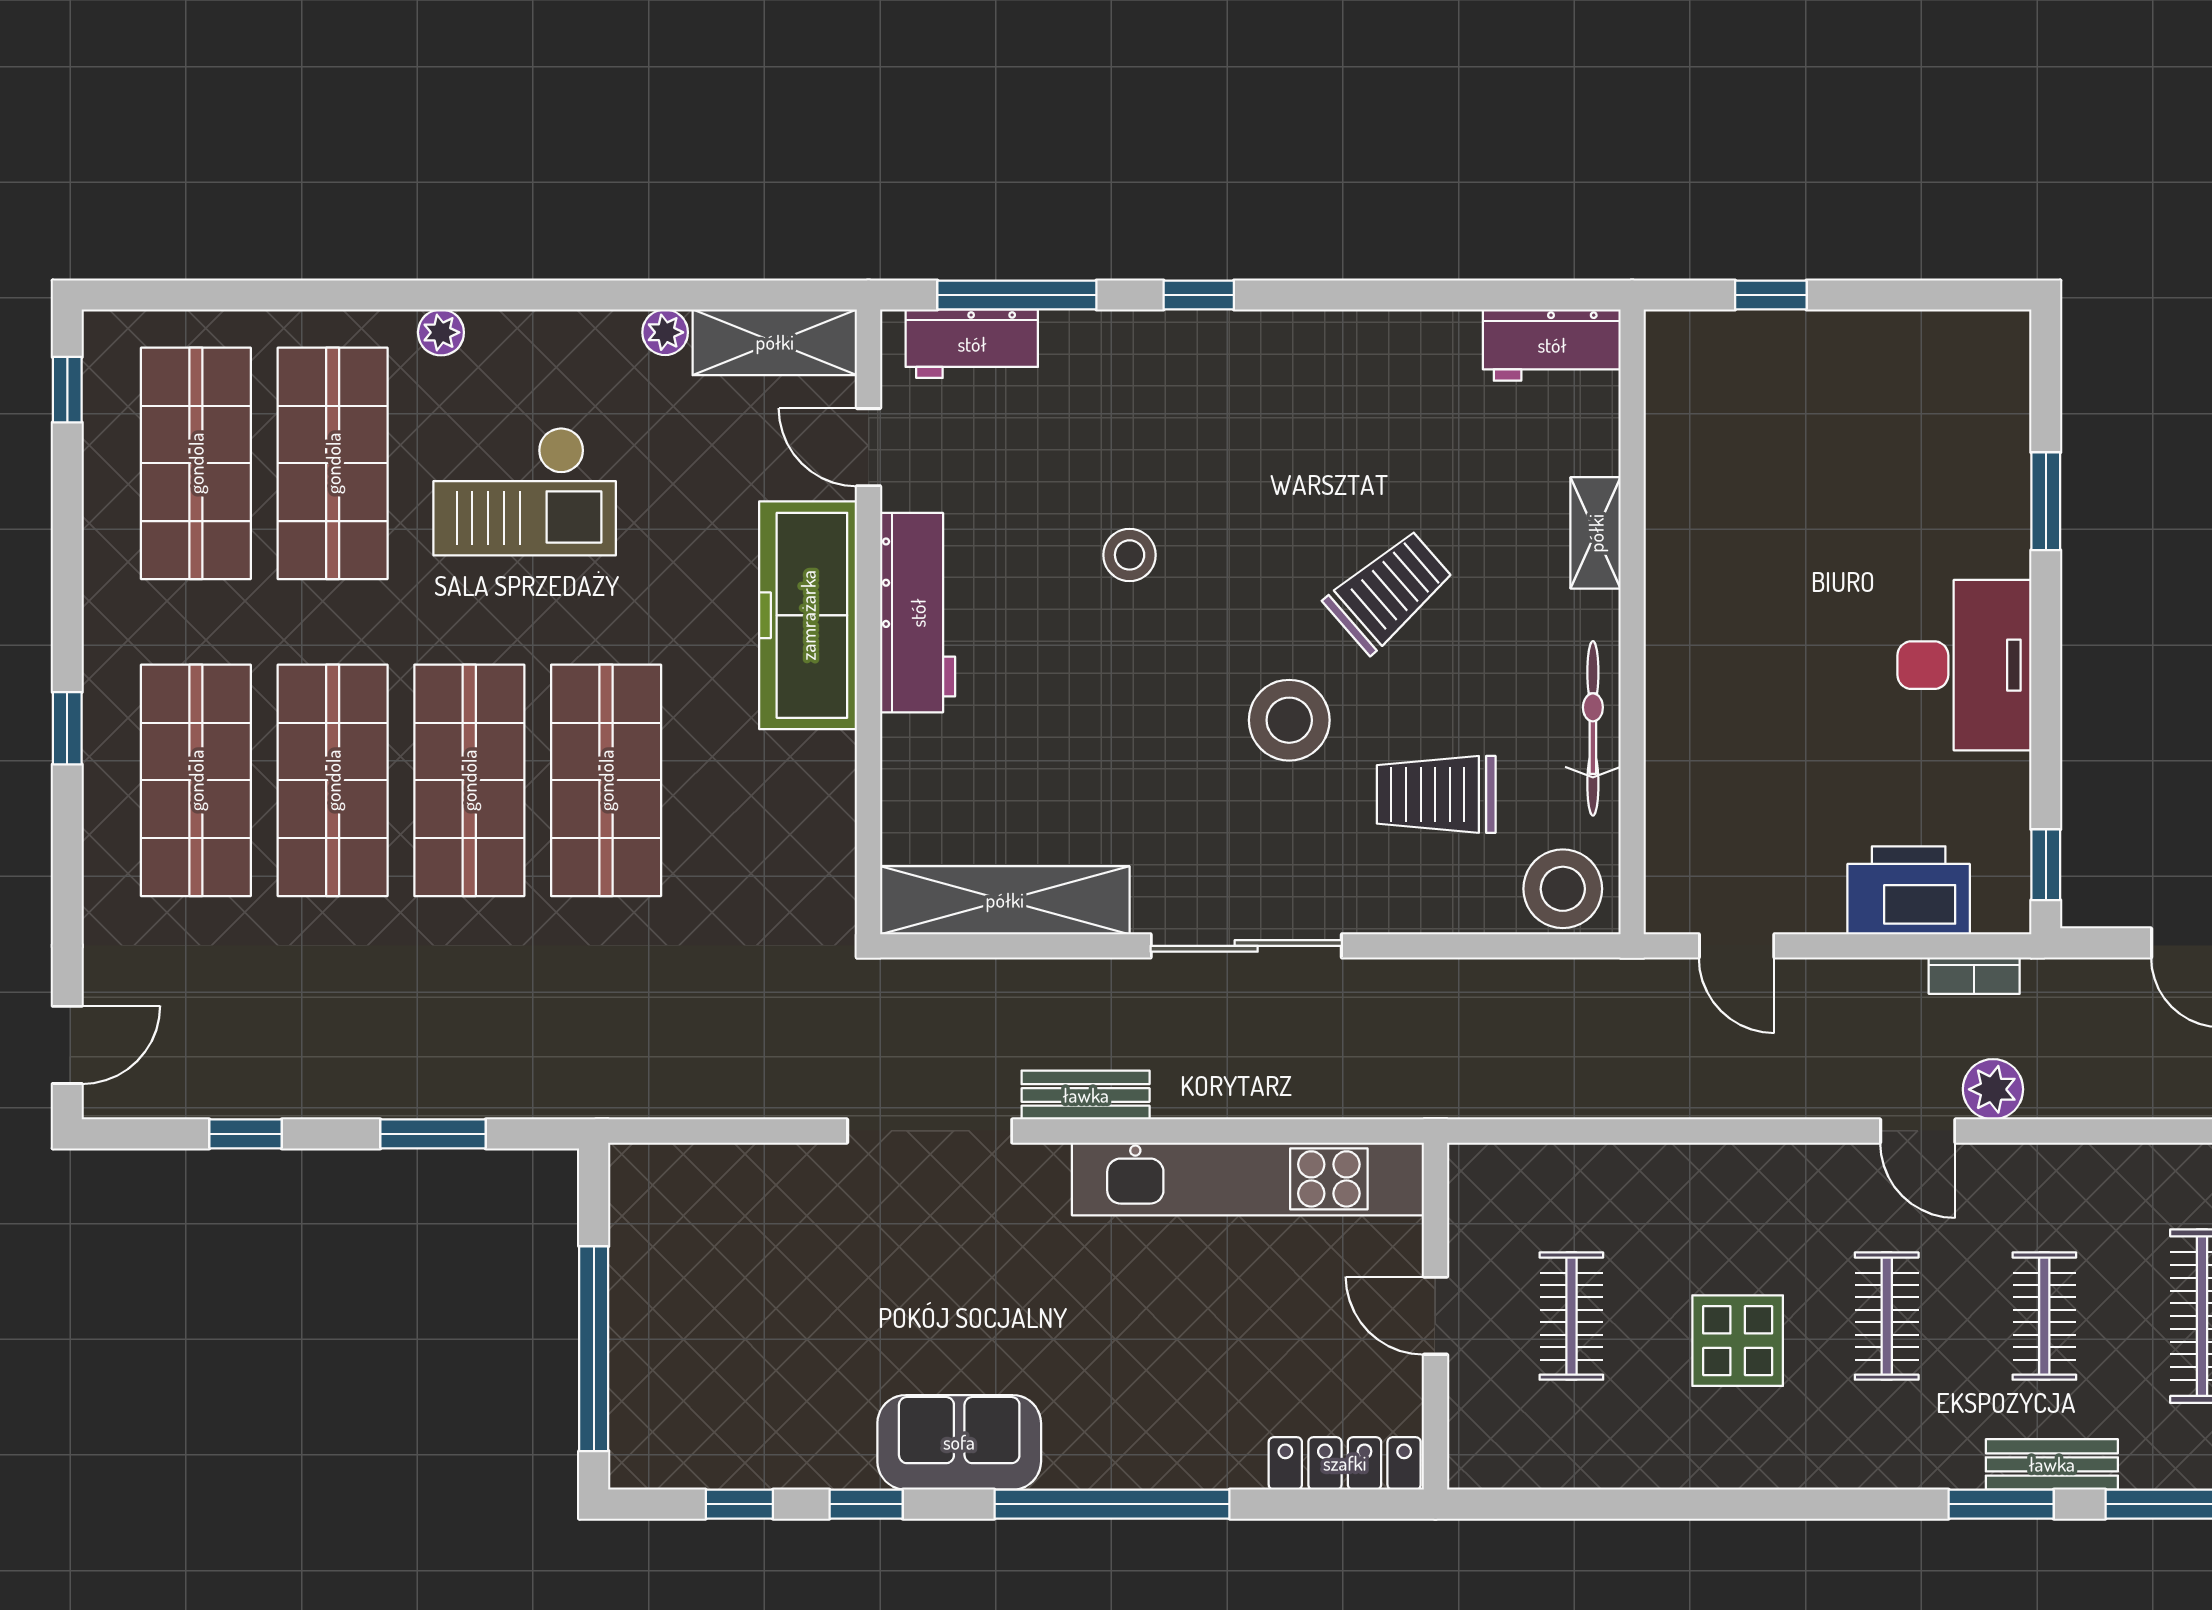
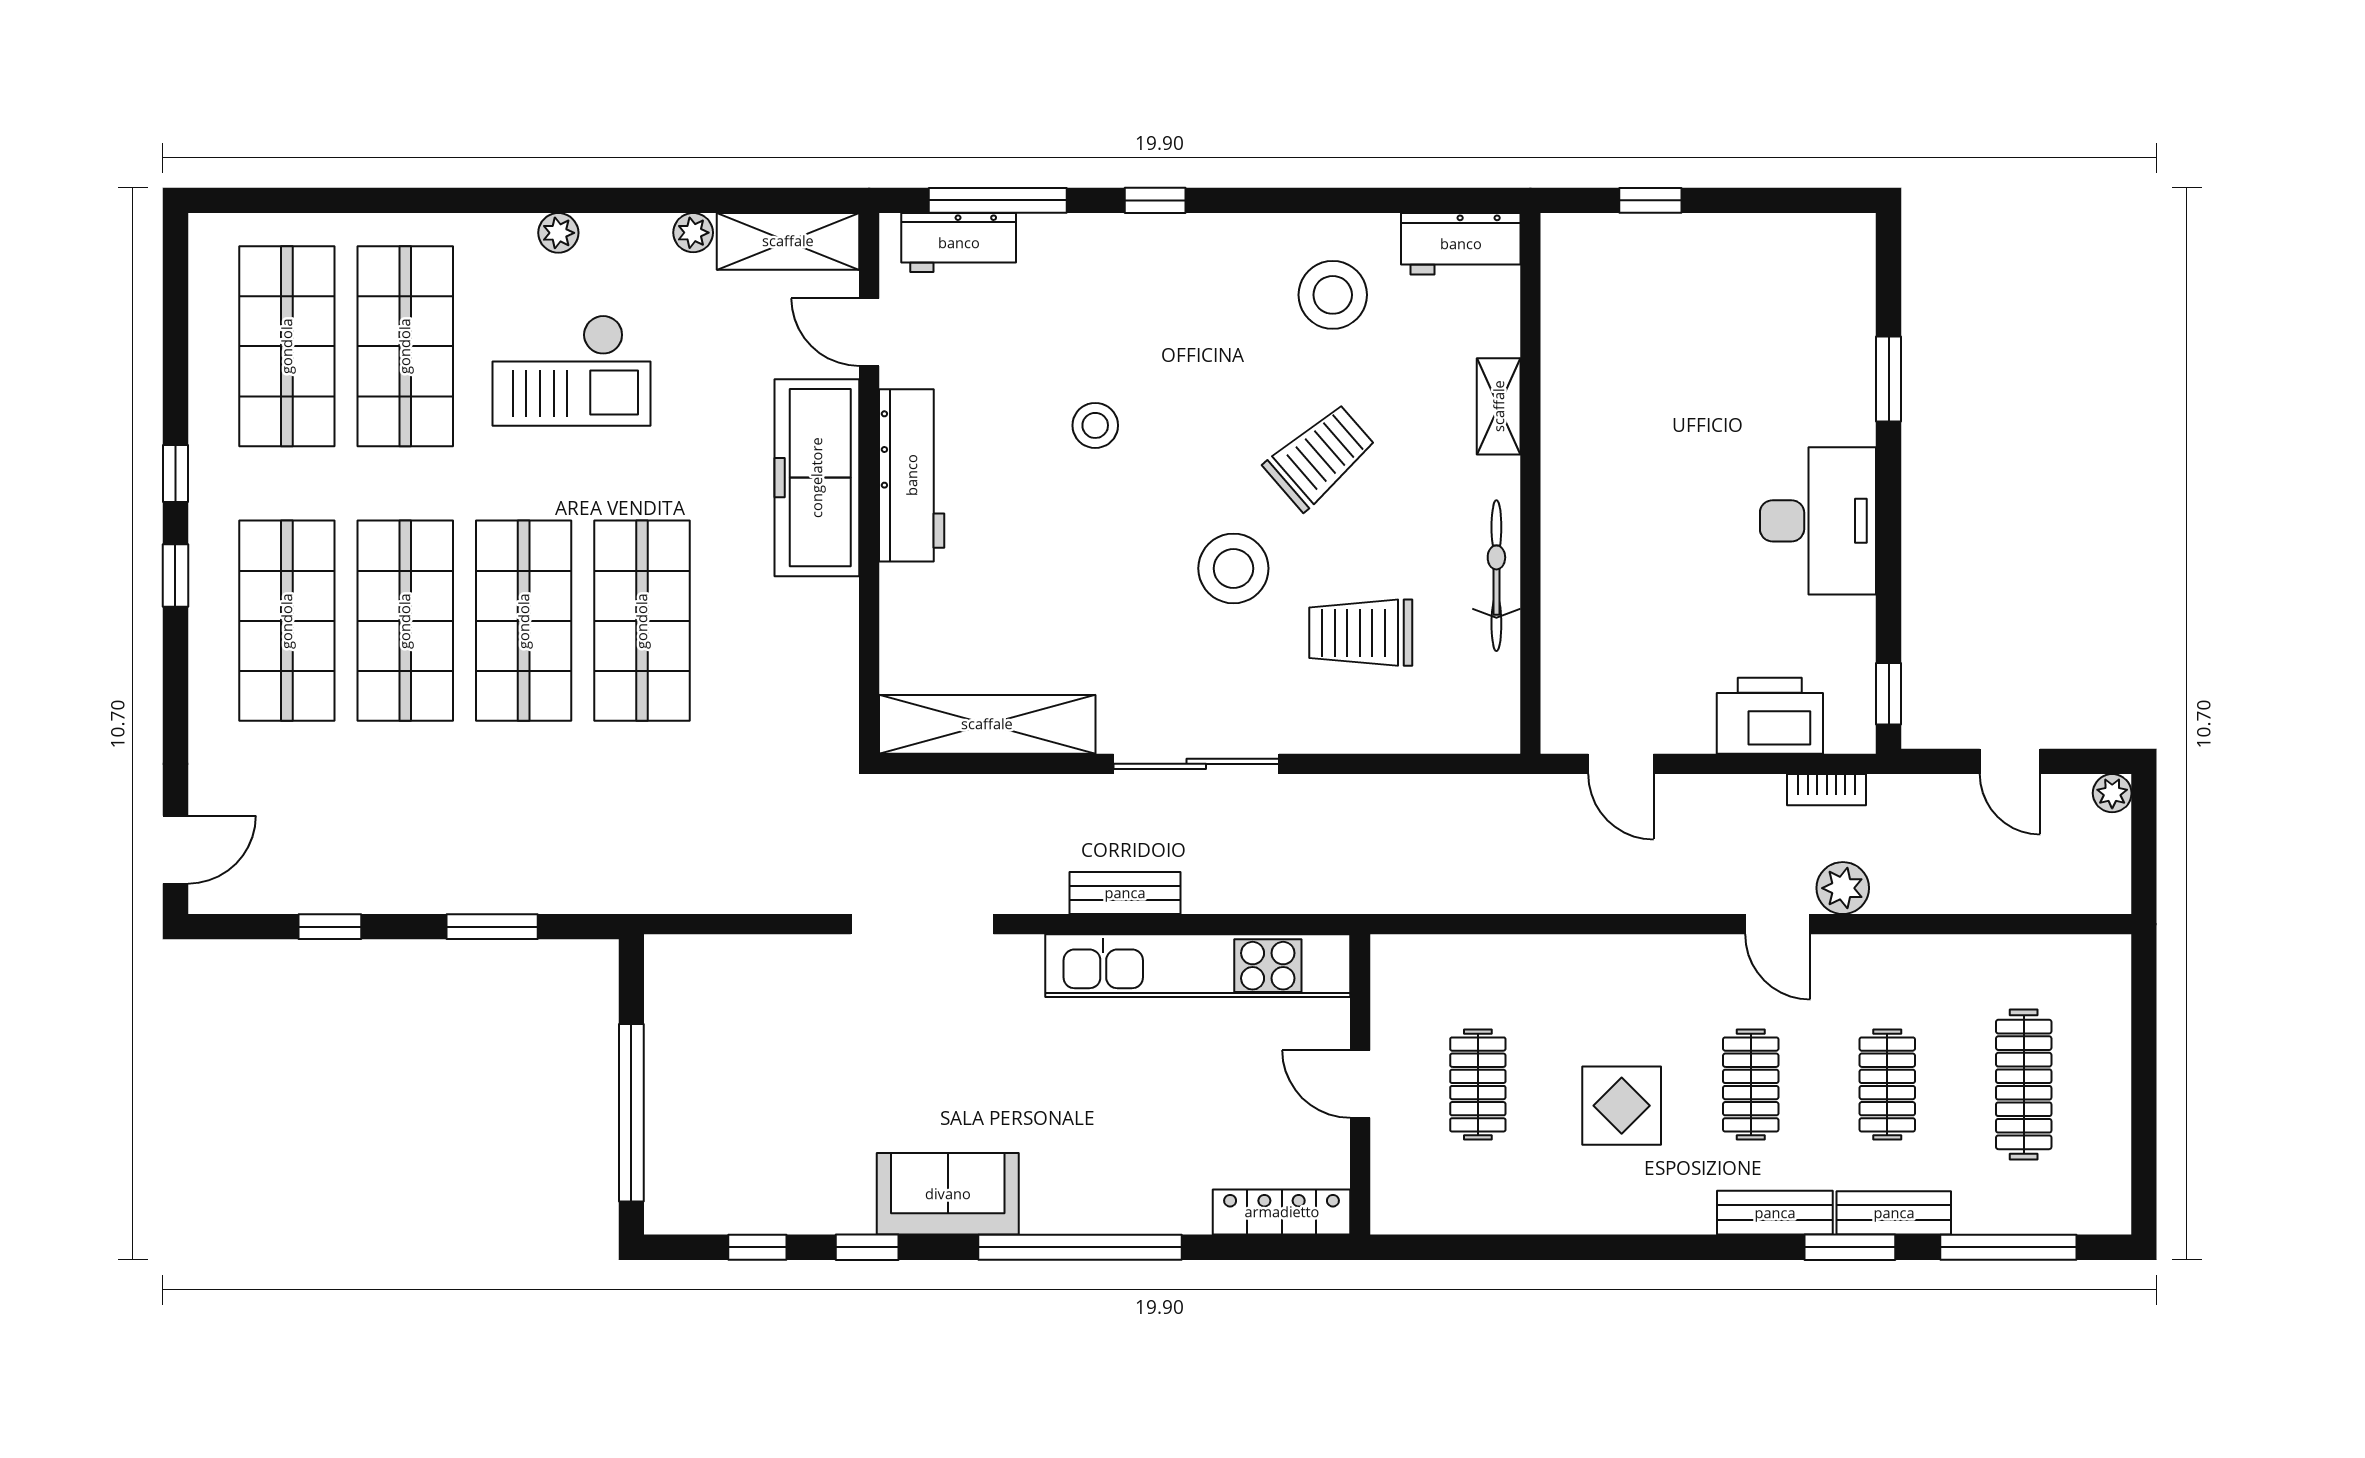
plant: (441, 332) -> (558, 233), moved
window: (67, 390) -> (175, 474), moved
stool: (1563, 889) -> (1333, 295), moved
bench: (1086, 1095) -> (1125, 893), moved
bench: (1914, 1464) -> (1775, 1213), added

